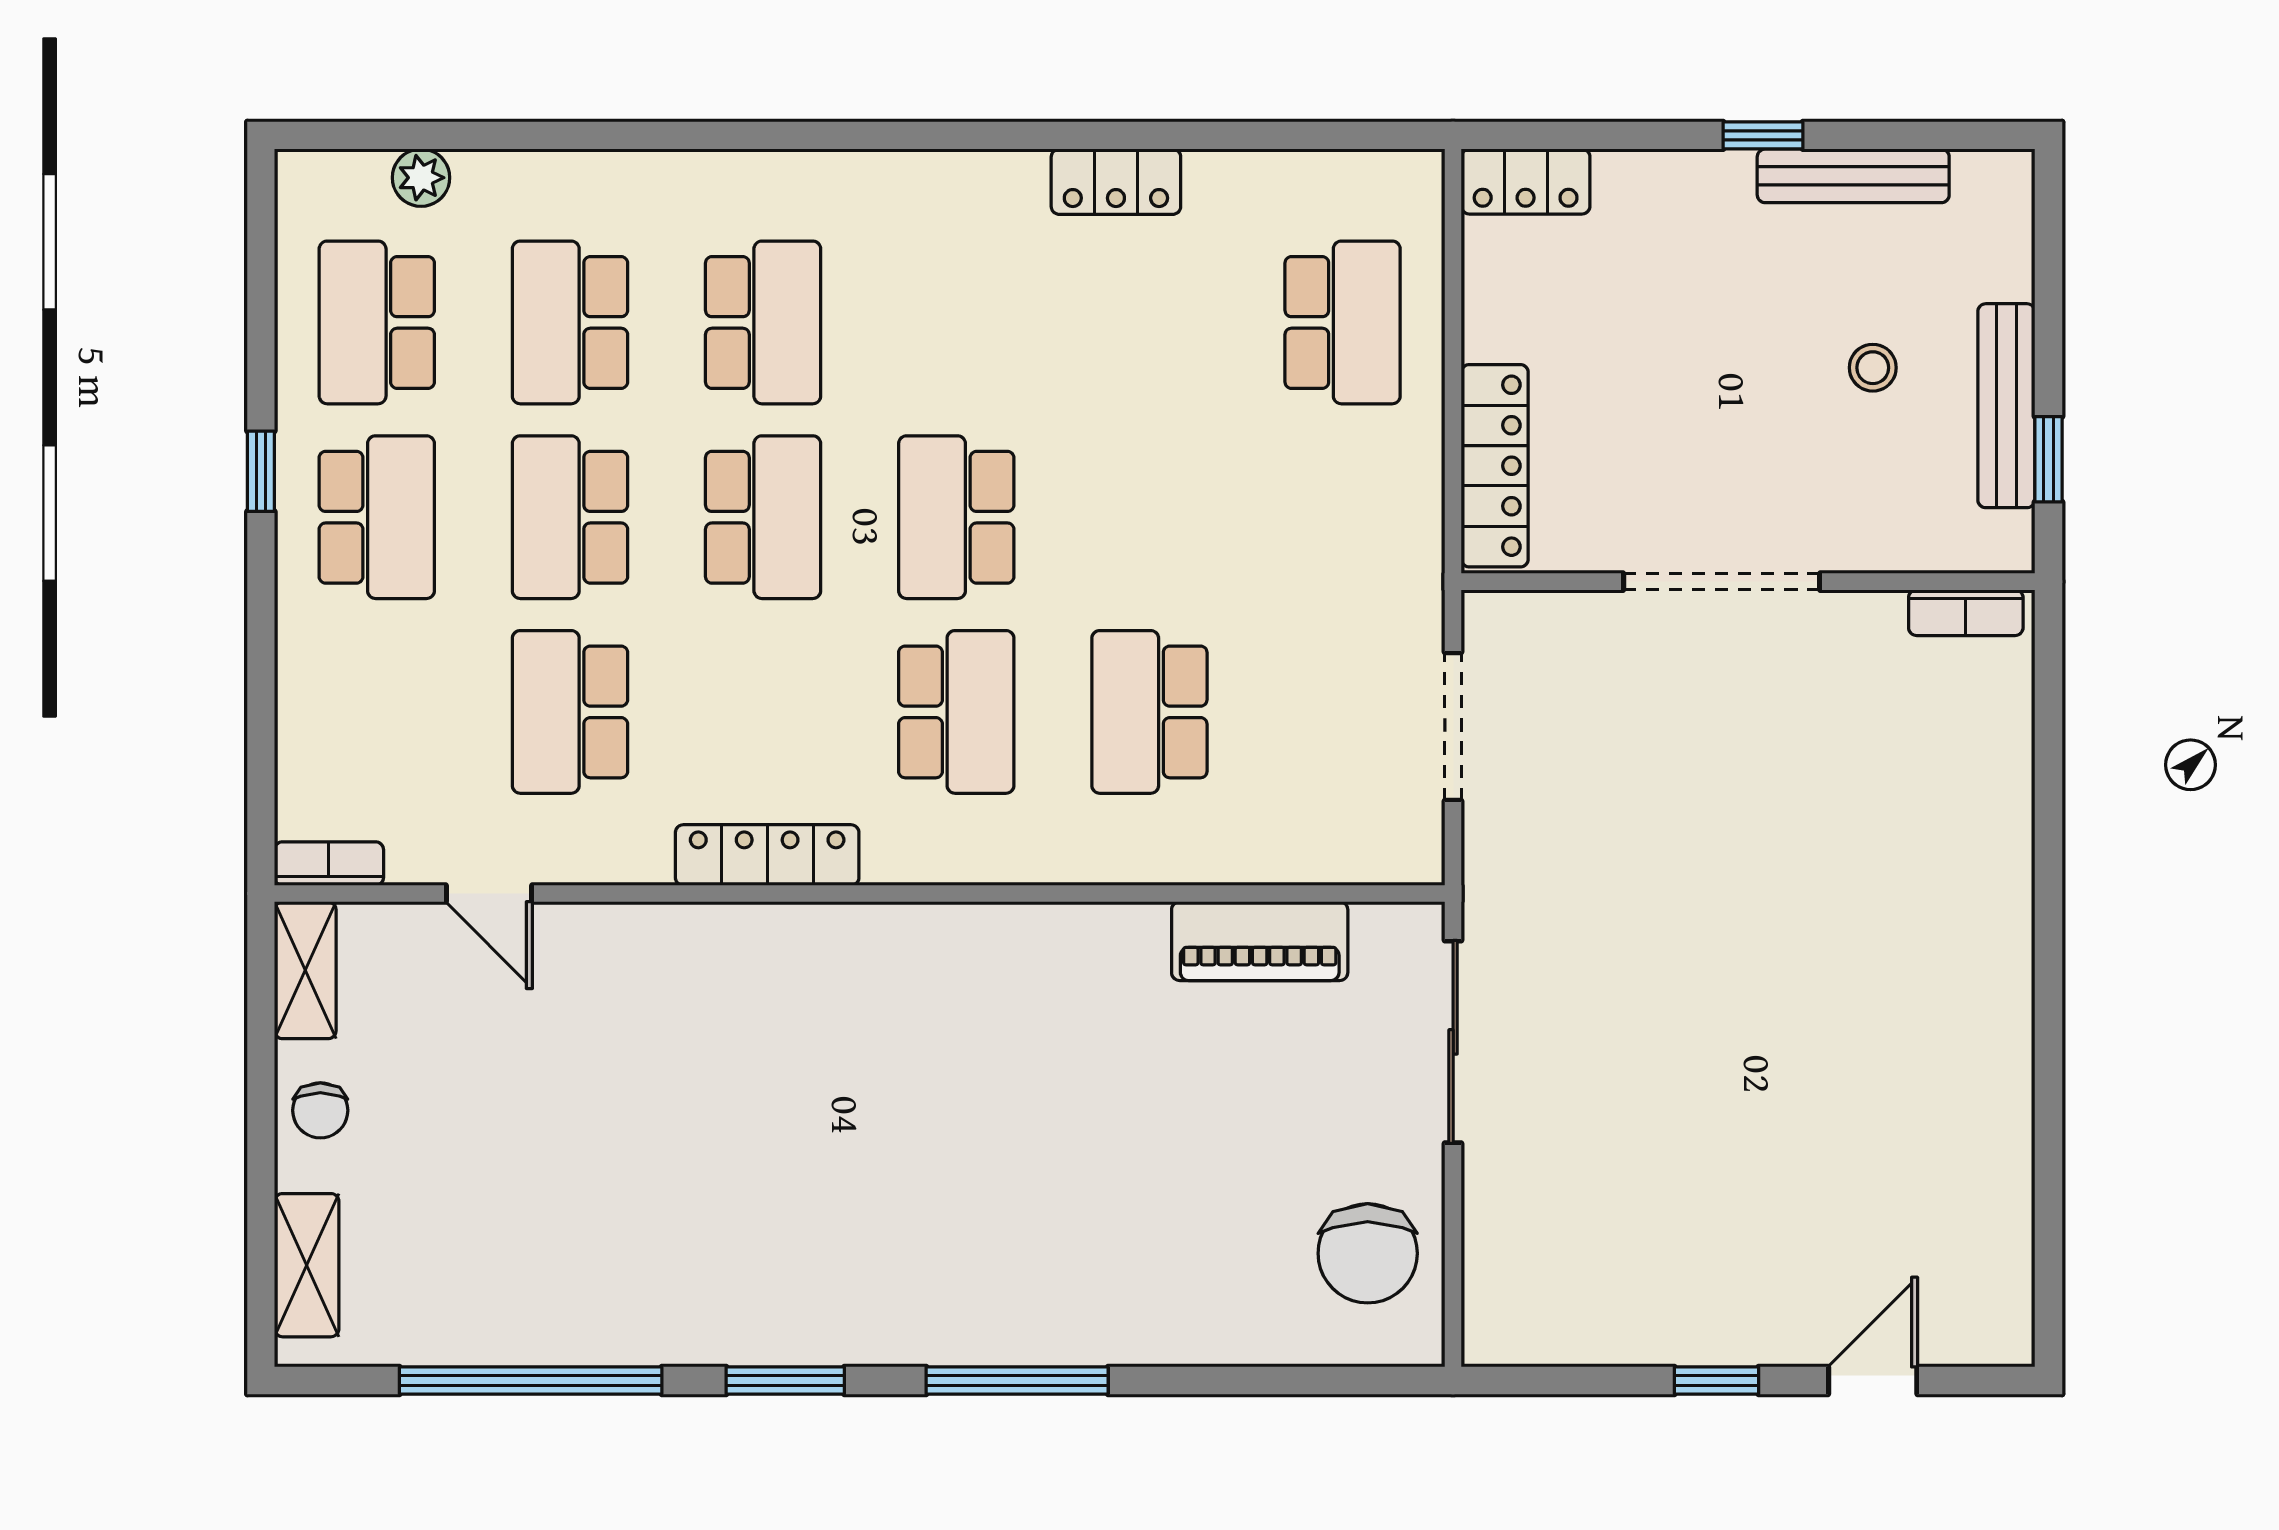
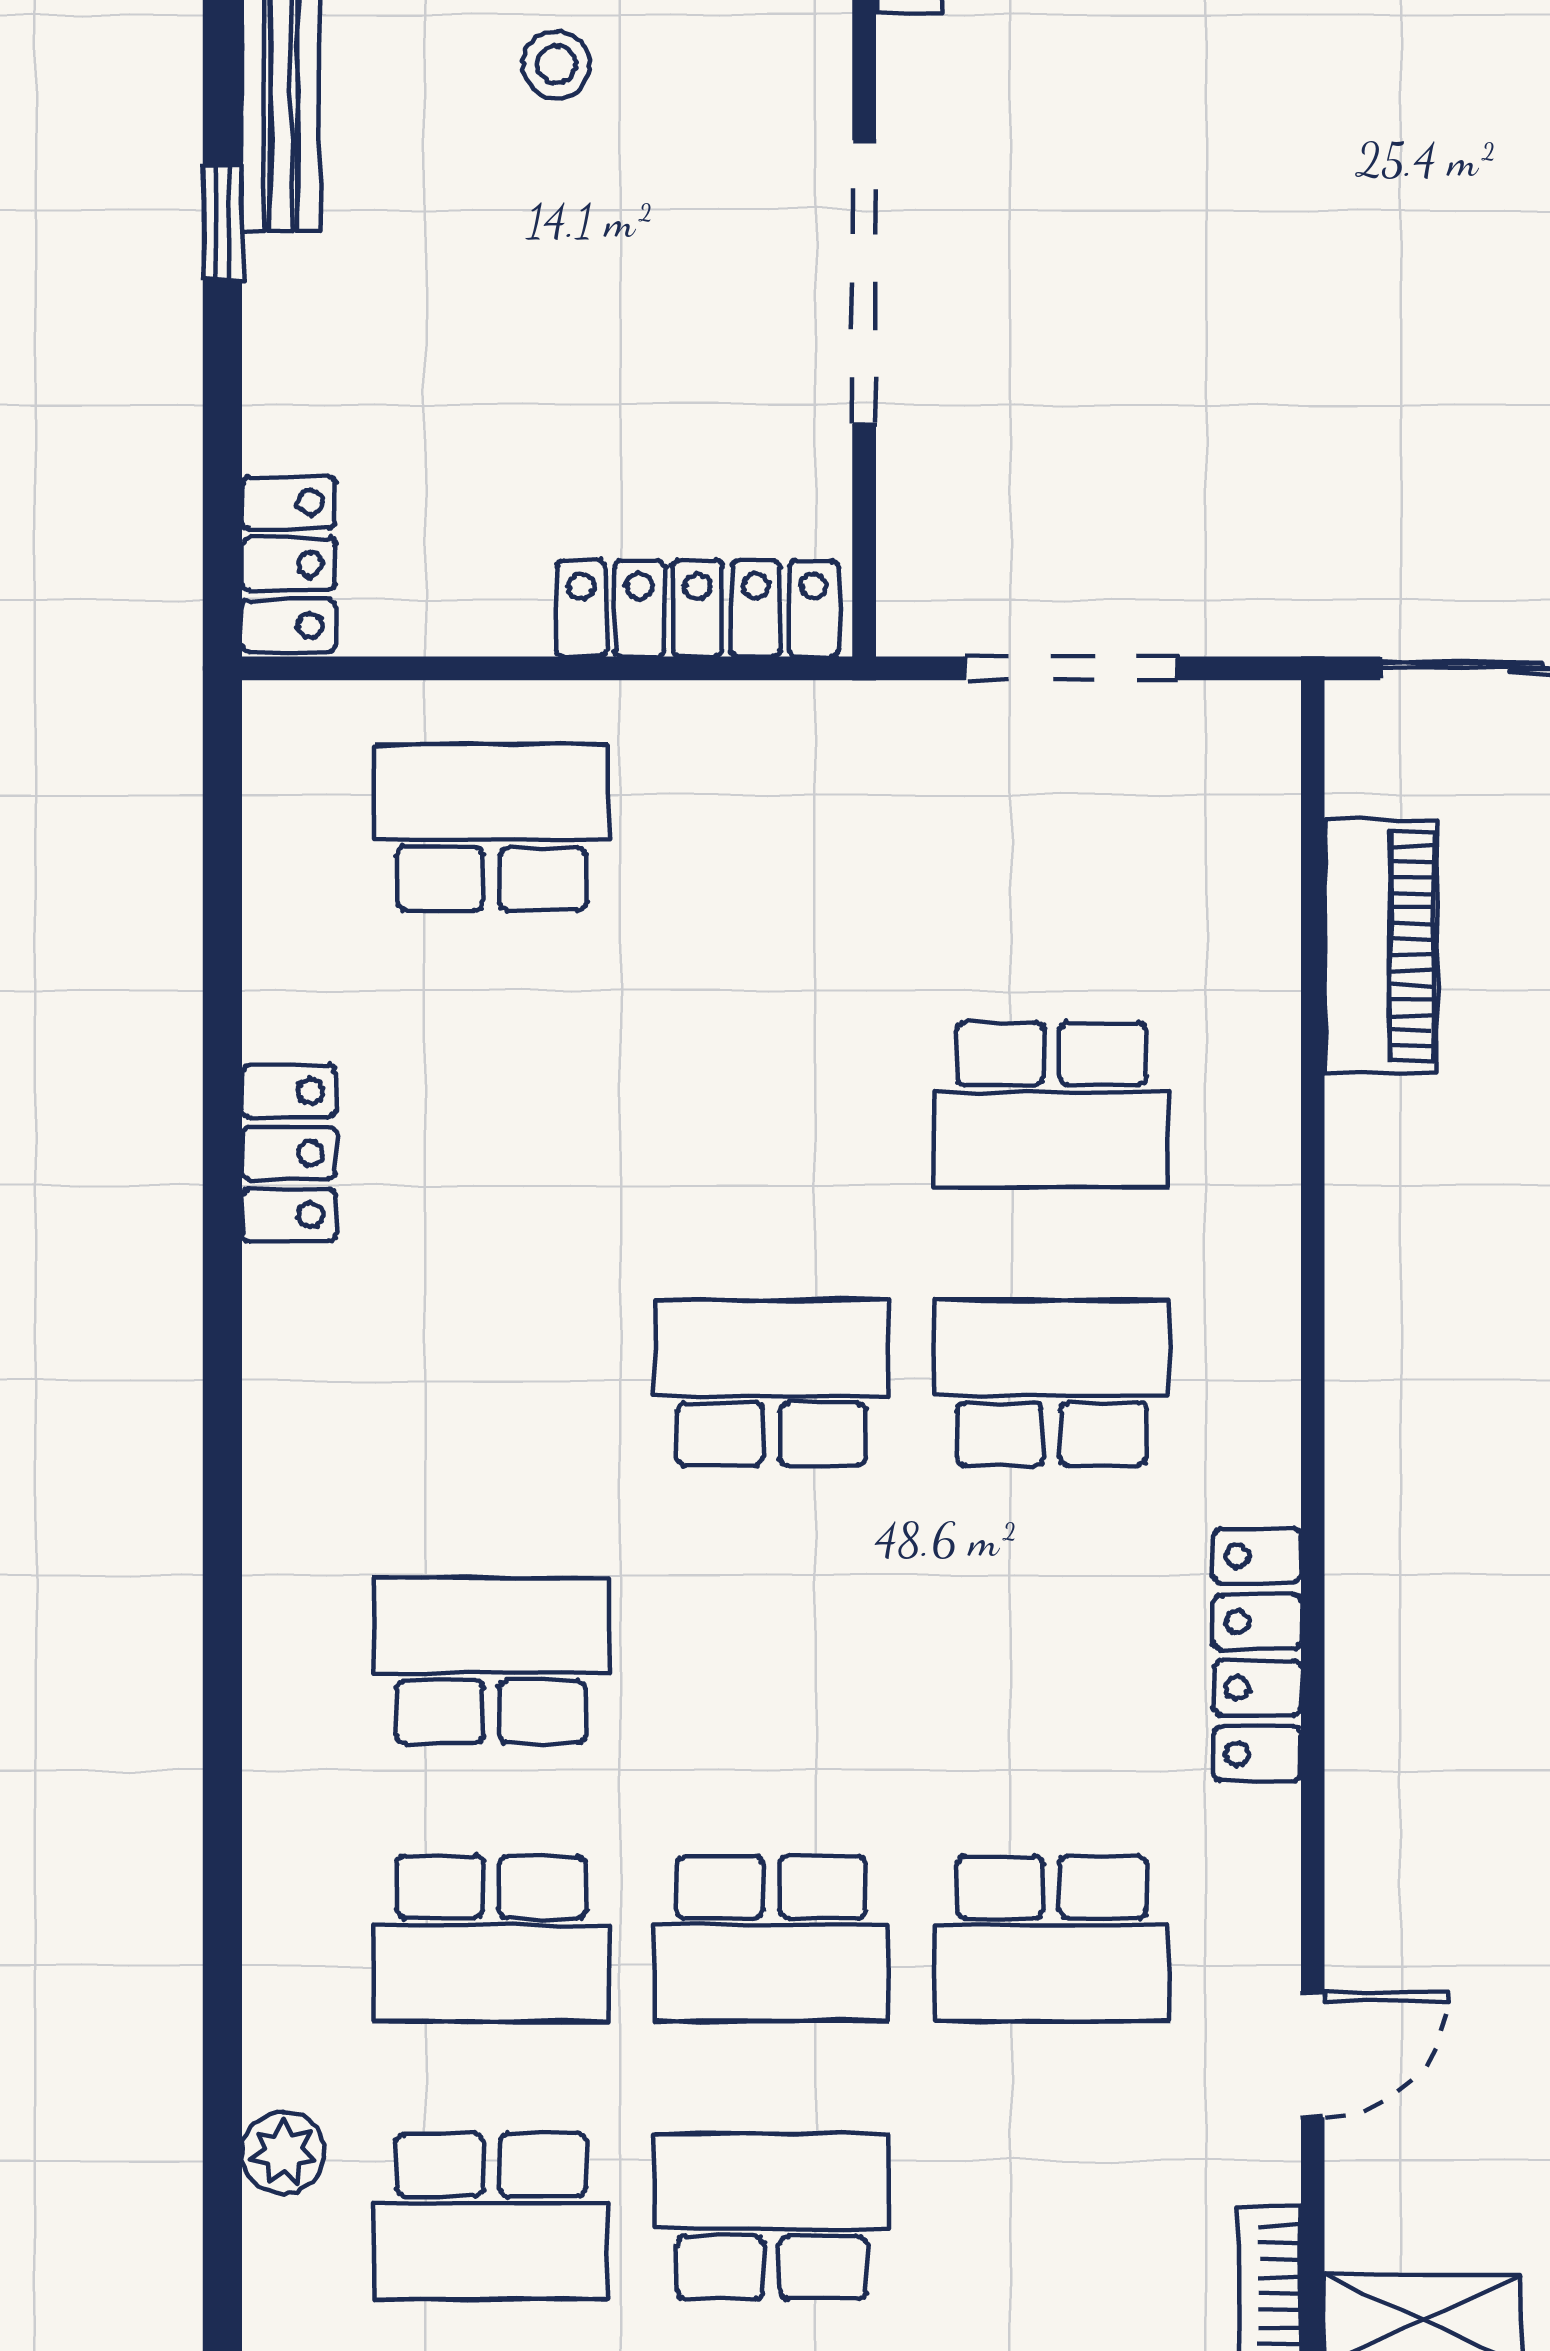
school desk: (763, 517) -> (771, 1661), removed
school desk: (956, 517) -> (771, 1383), turned 180

